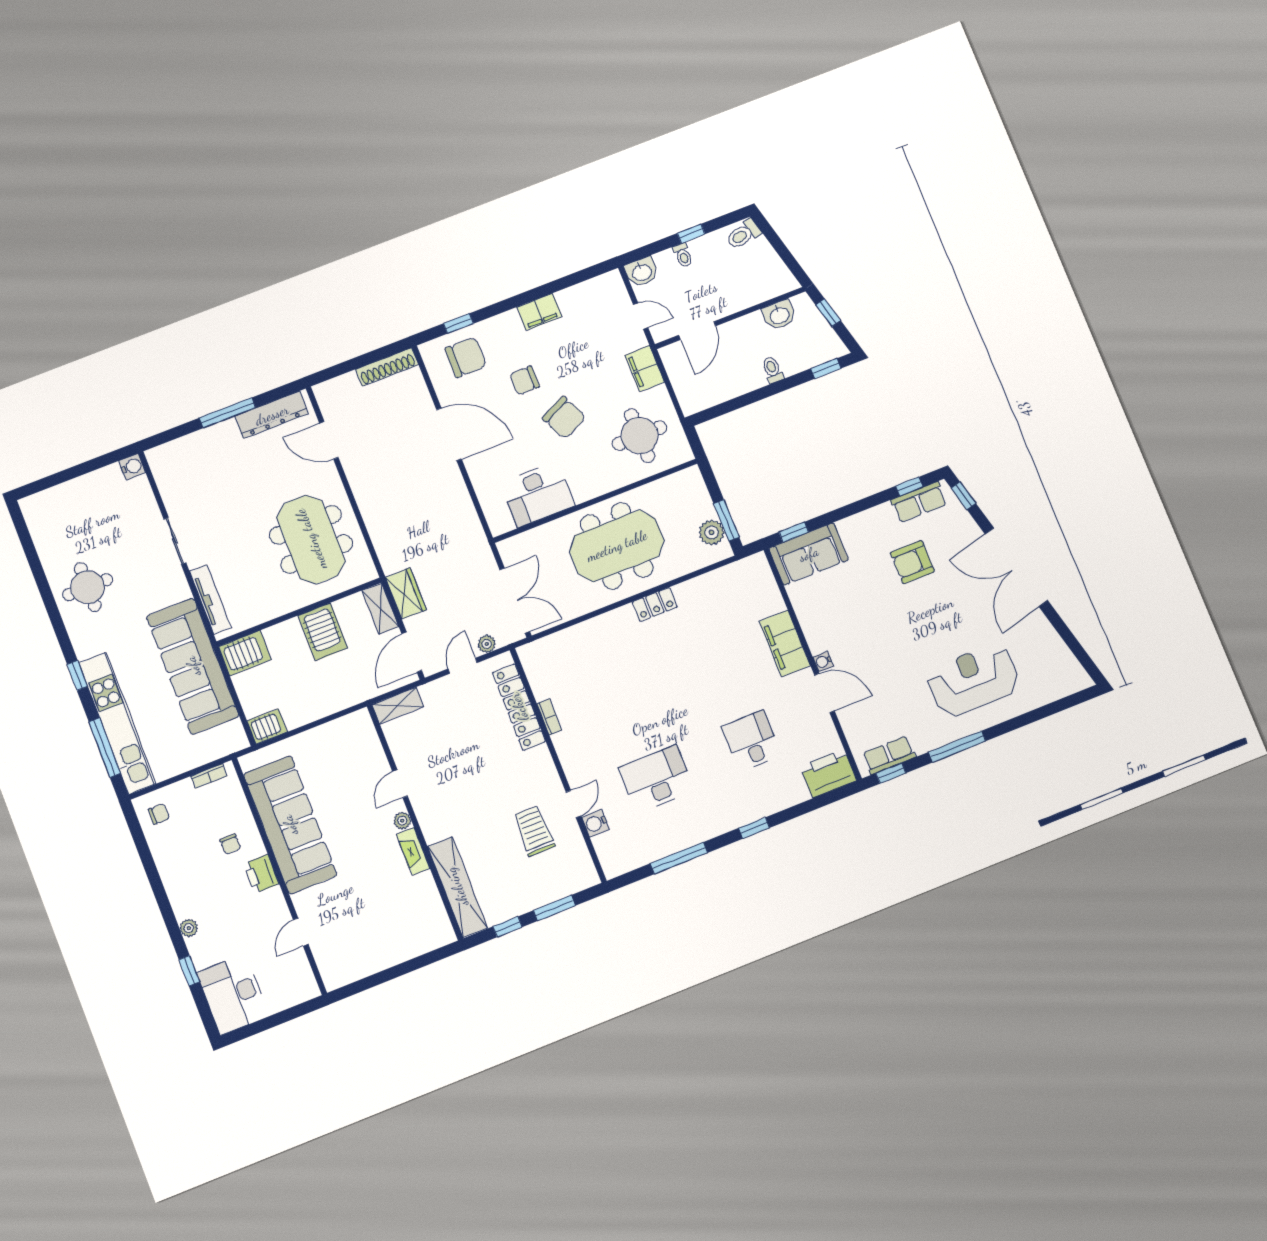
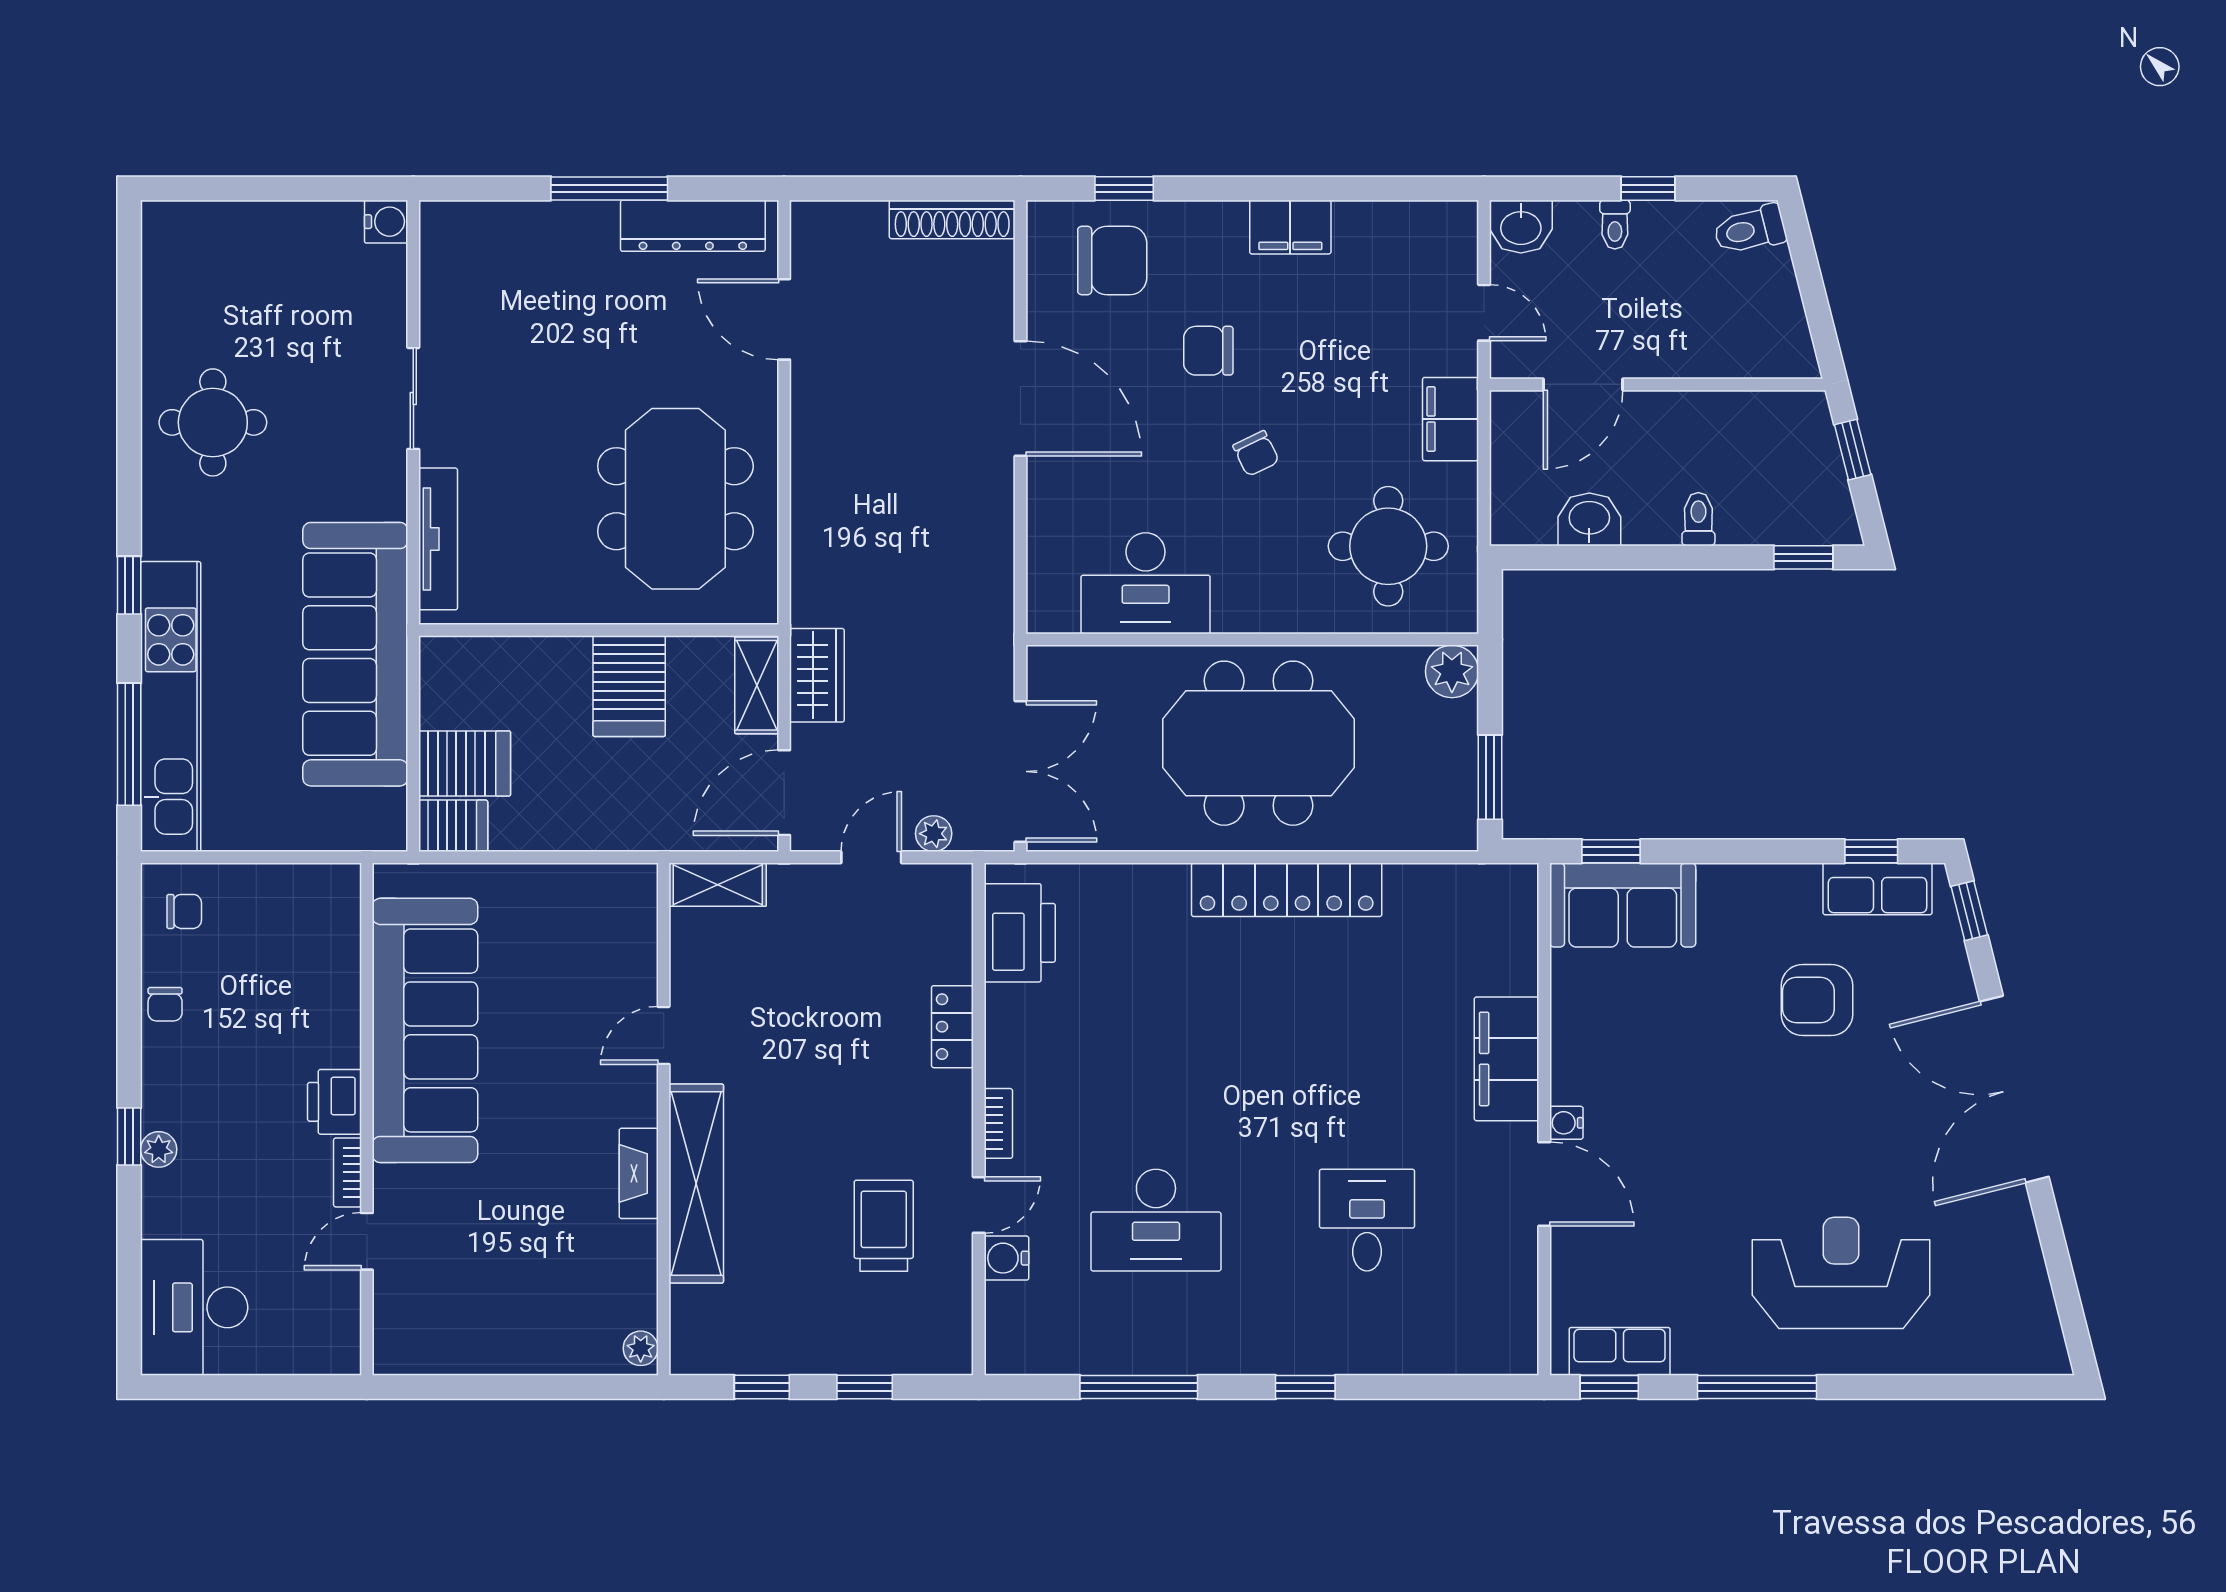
washbasin: (779, 315) -> (1589, 519), moved, turned 180
chair: (564, 418) -> (1256, 453), width x0.54, depth x0.54
plant: (712, 532) -> (1452, 671), moved
locker: (655, 604) -> (1287, 890), width x2.16, depth x1.21
server rack: (245, 653) -> (465, 764), moved
locker: (519, 707) -> (952, 1027), width x0.46, depth x0.83
bookcase: (549, 717) -> (998, 1123), moved
printer: (828, 773) -> (1020, 933), moved, turned 90
bookcase: (209, 776) -> (348, 1172), moved, turned 90
desk: (656, 779) -> (1156, 1220), turned 180
plant: (402, 821) -> (641, 1348), moved
chair: (230, 844) -> (165, 1004), moved
shelving: (457, 887) -> (696, 1184), moved
window: (554, 908) -> (865, 1387), width x0.67
window: (189, 971) -> (129, 1136), moved

